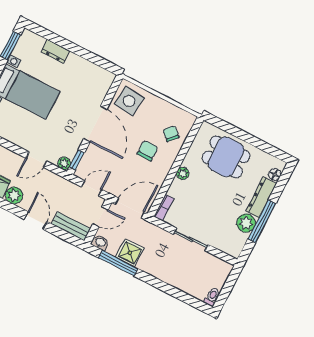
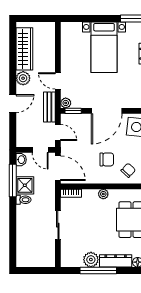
bench: (71, 226) -> (49, 107), moved
toilet: (212, 297) -> (24, 200), moved

